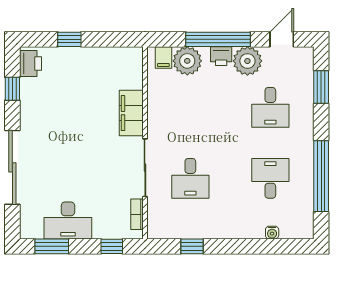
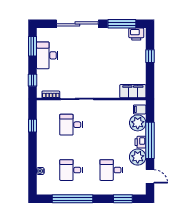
window: (12, 89) -> (122, 24), width x2.17
filing cabinet: (131, 113) -> (133, 91), moved
desk: (270, 178) -> (71, 170), turned 180

